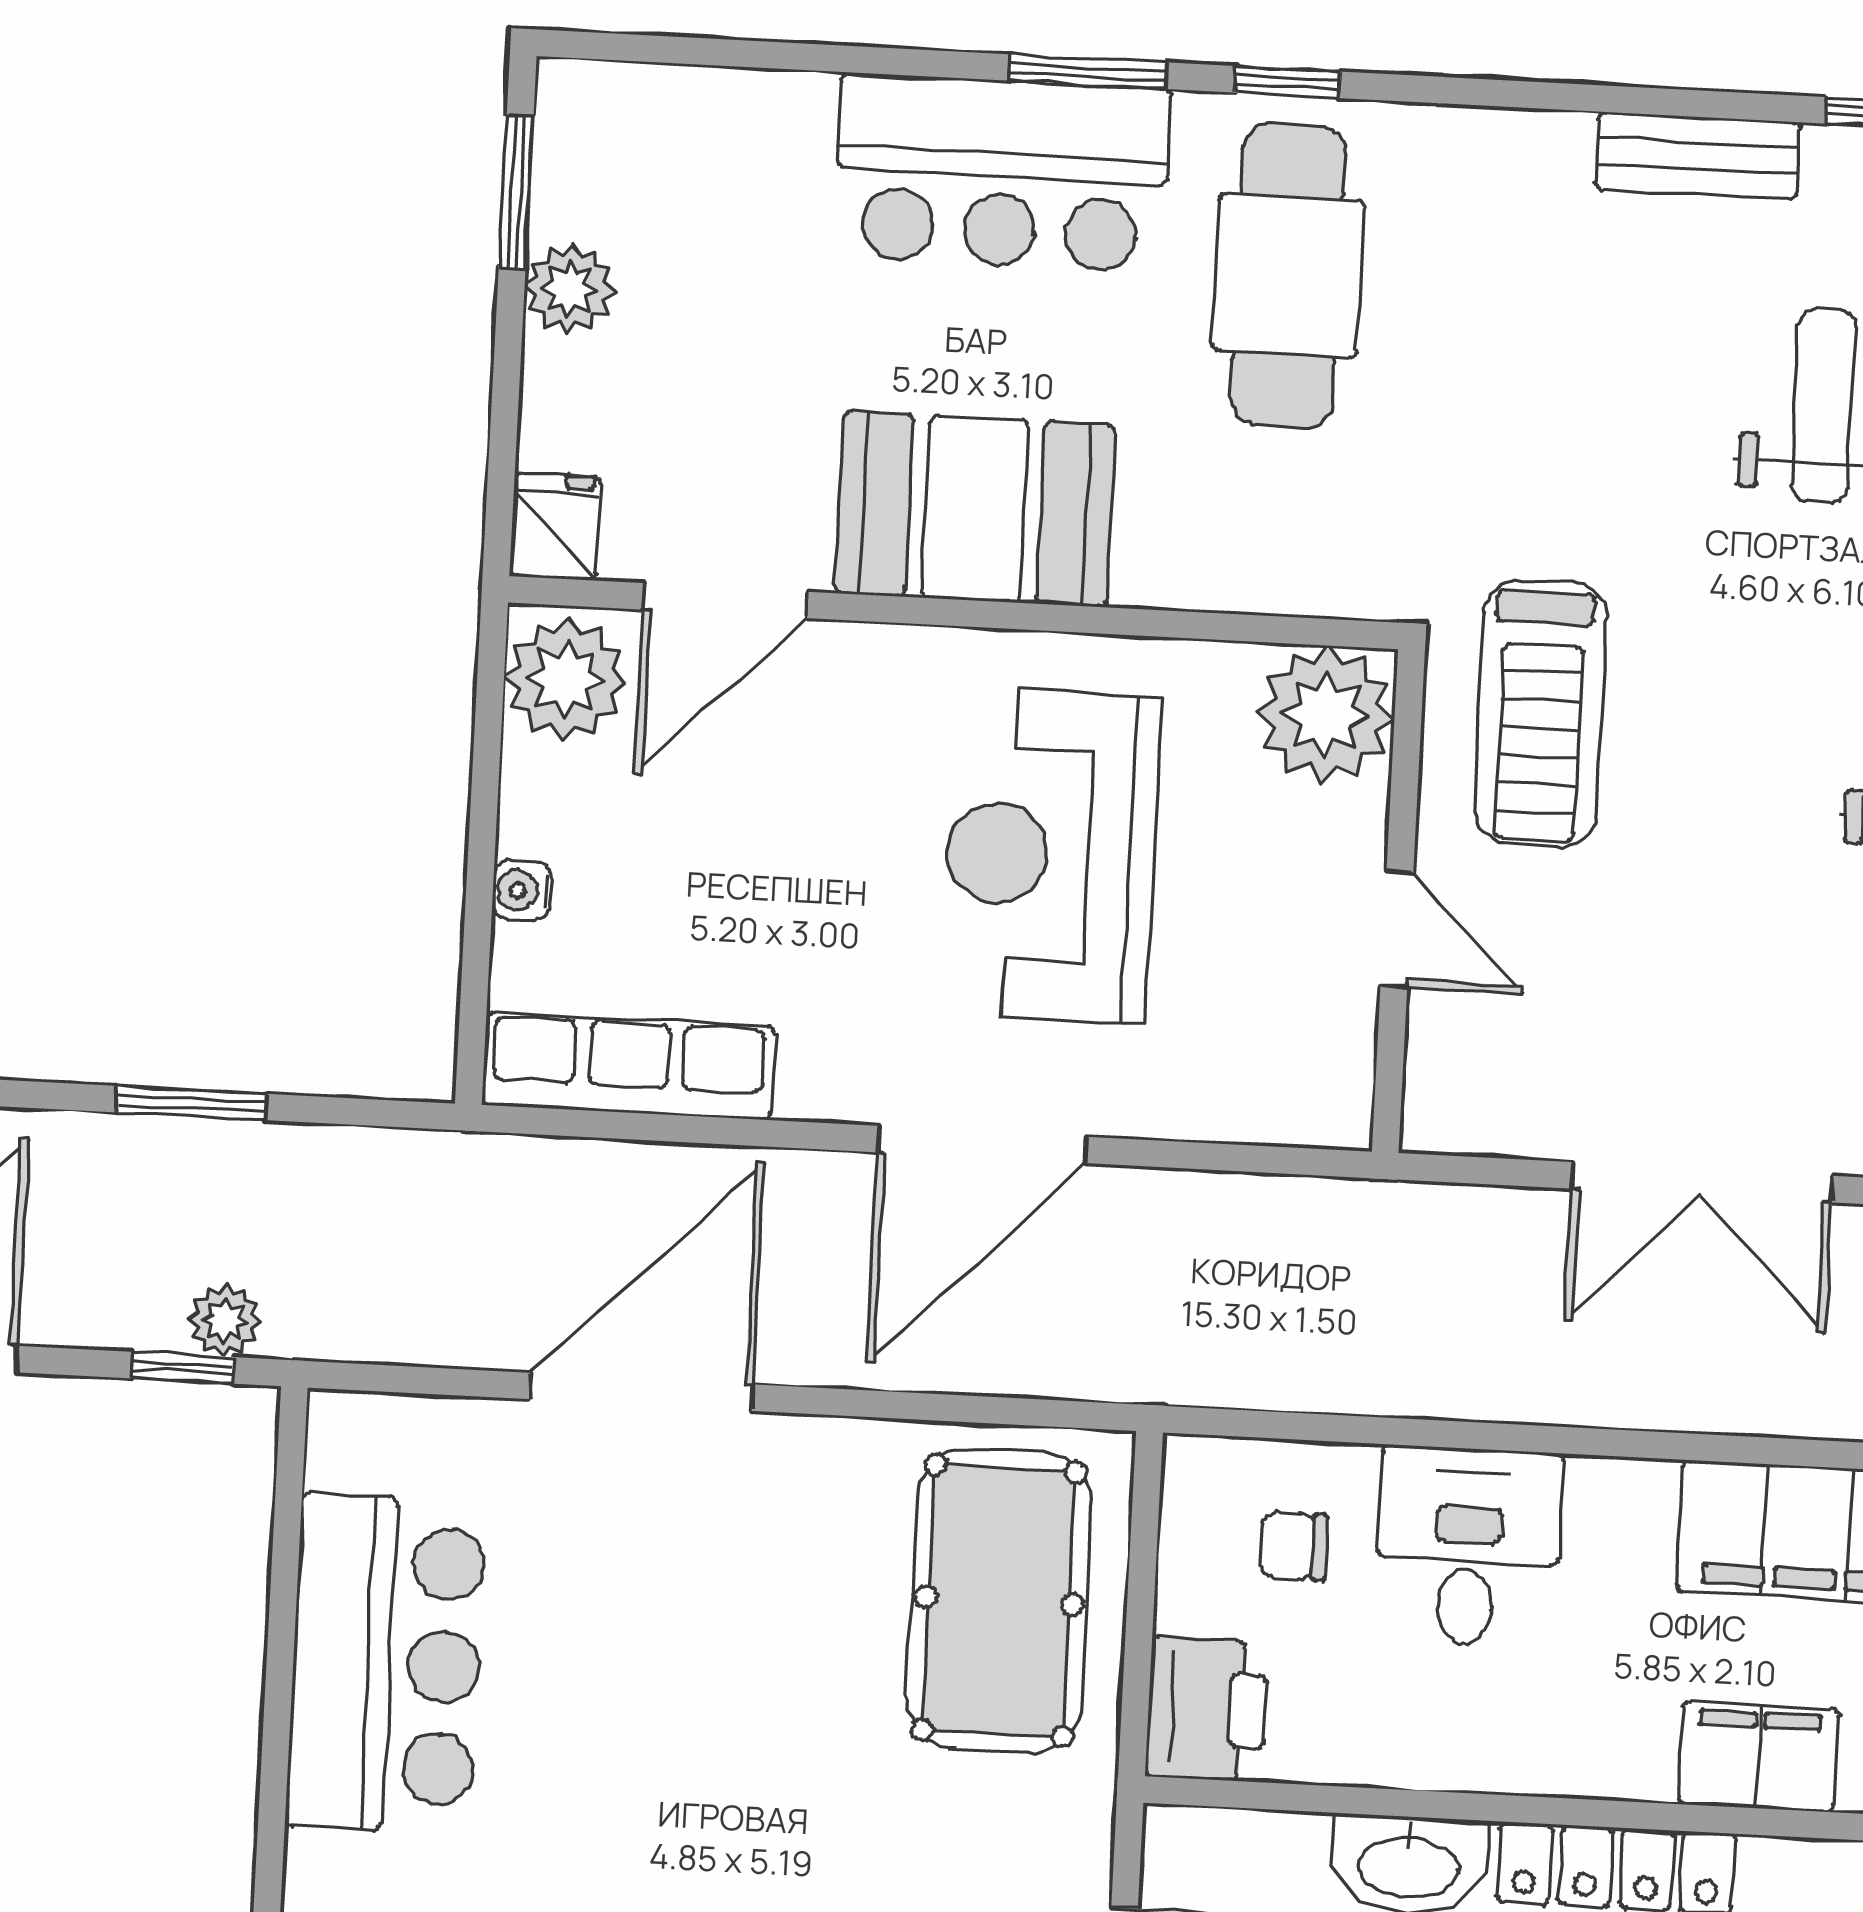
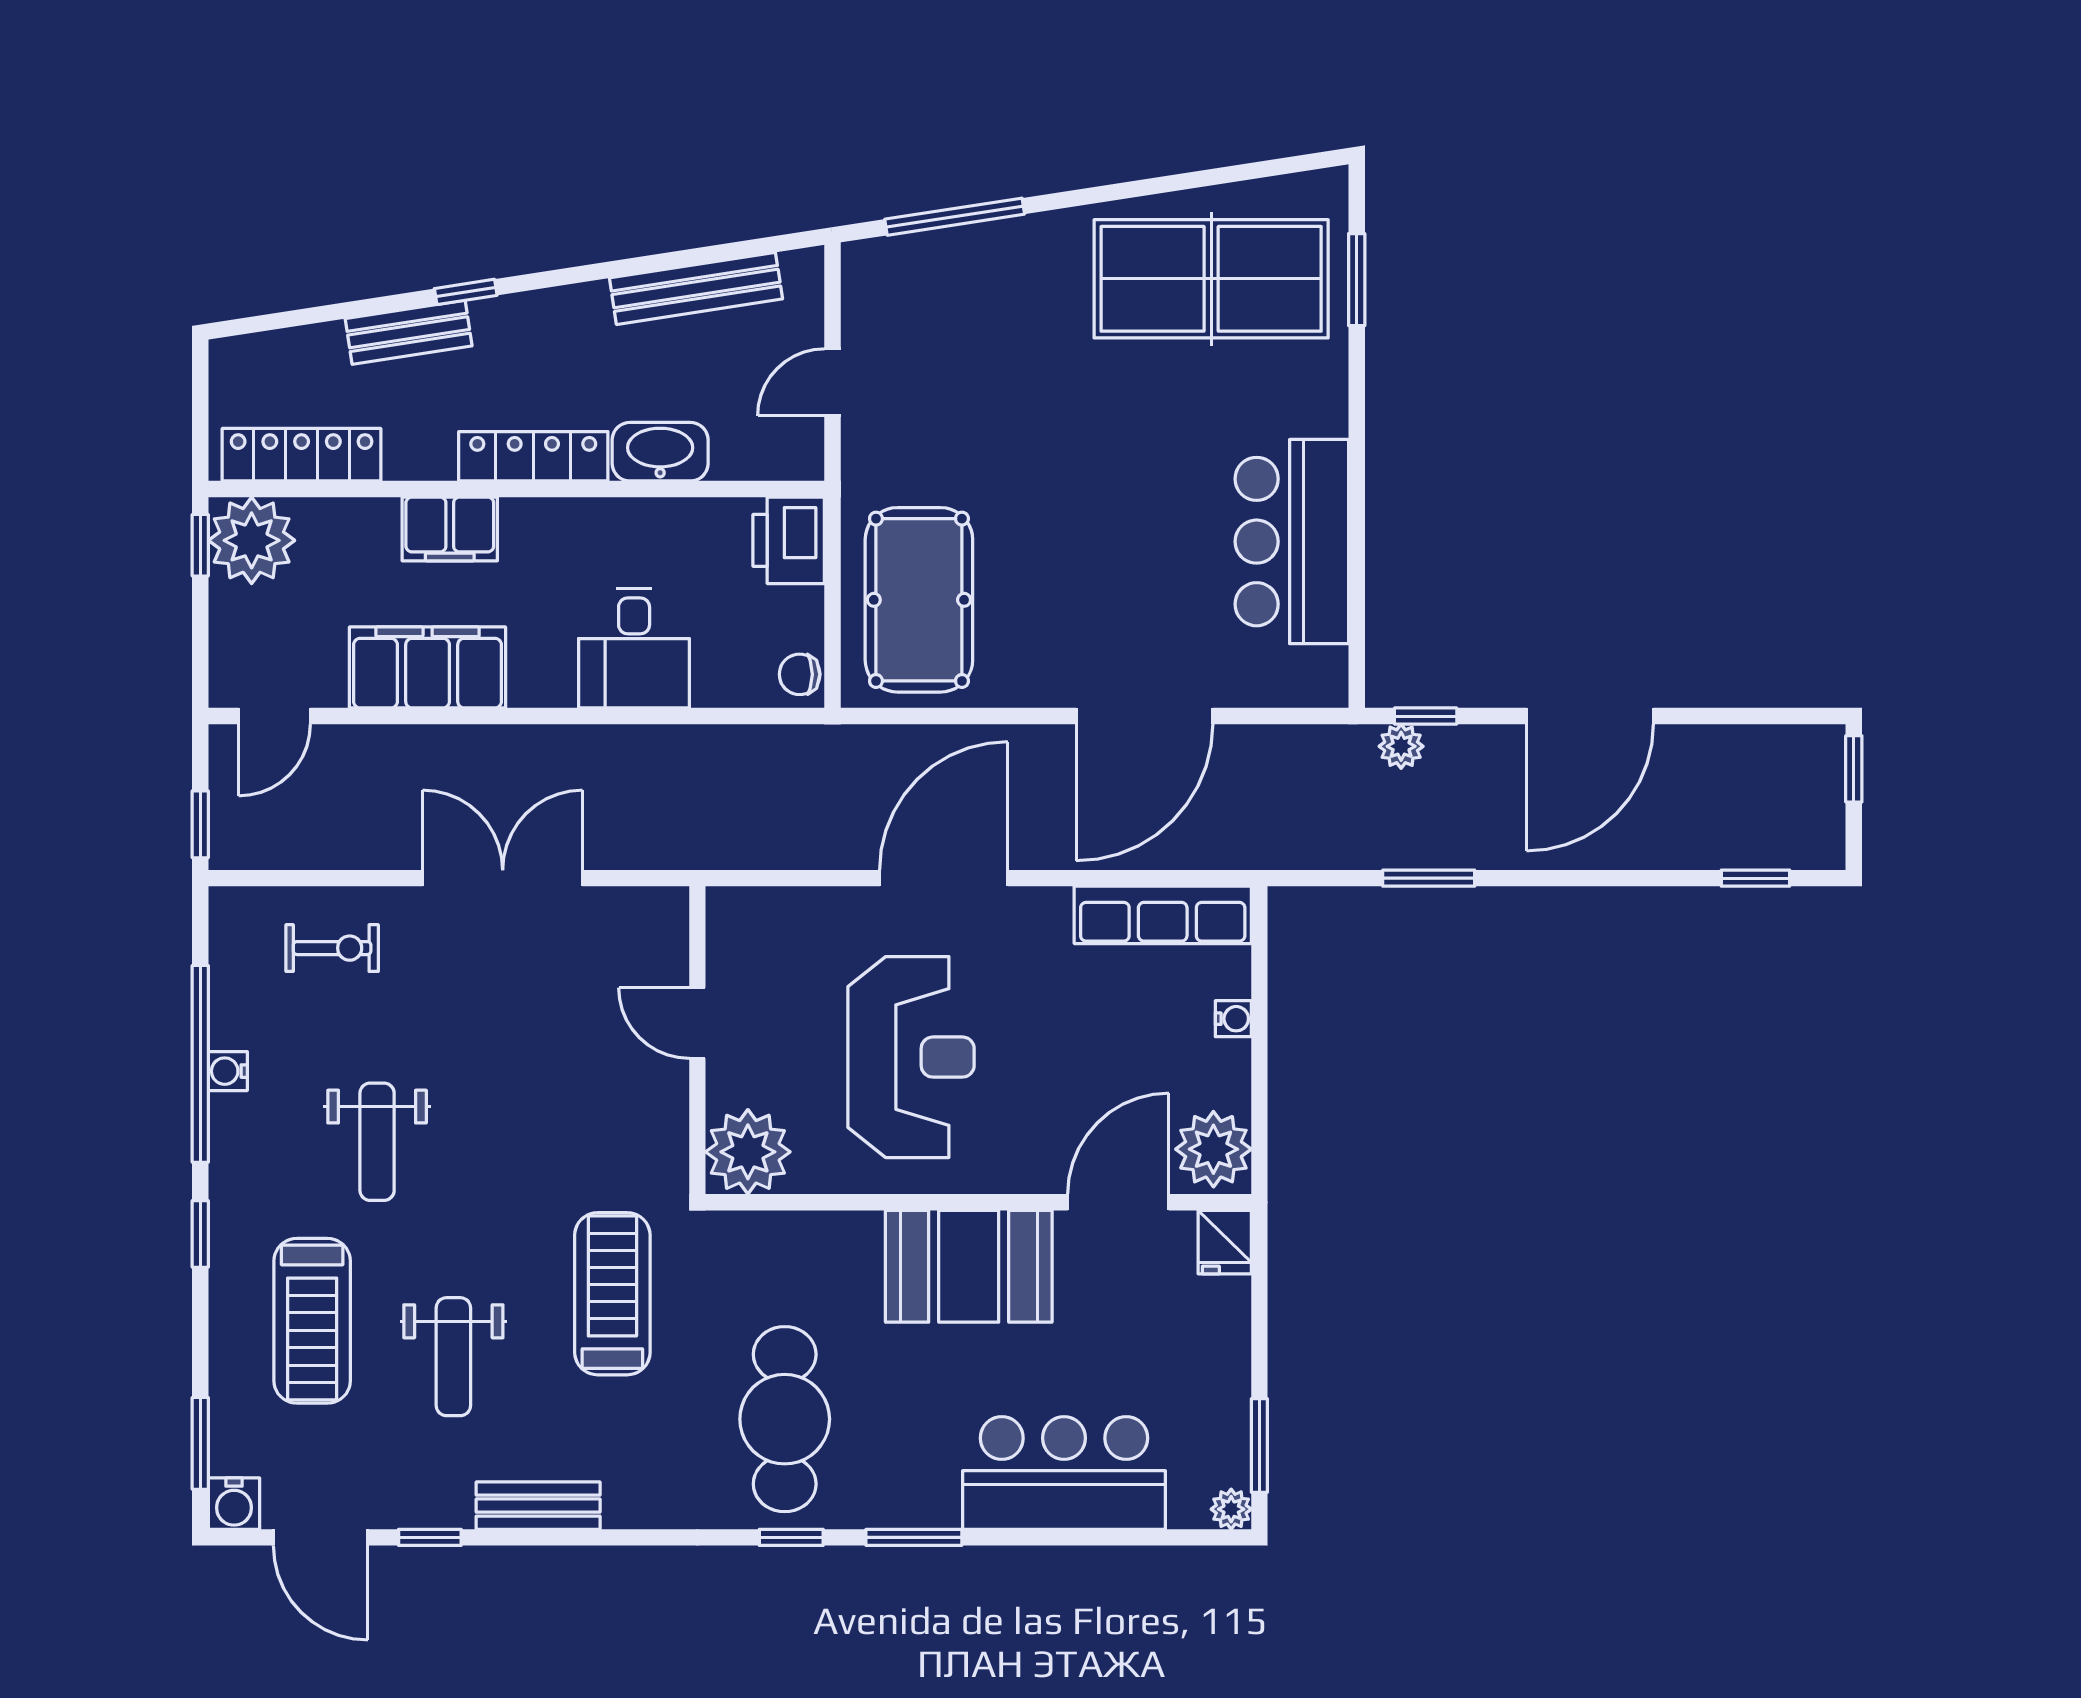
bar counter: (1002, 173) -> (1064, 1473), moved
plant: (570, 289) -> (1231, 1509), moved, width x0.73, depth x0.73
treadmill: (1540, 713) -> (612, 1294), moved
chair: (1294, 1546) -> (800, 674), moved, turned 180

